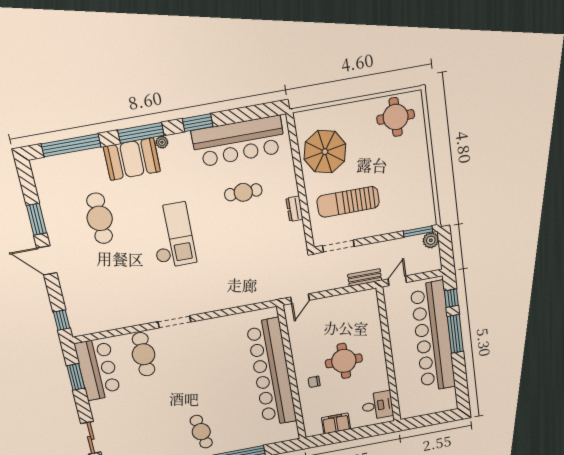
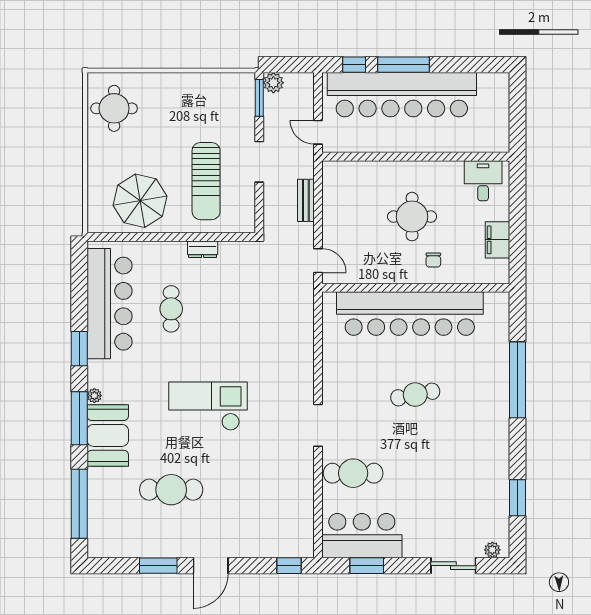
doorway: (338, 246) -> (259, 162), moved
bench: (365, 278) -> (306, 200), moved
cafe table: (201, 432) -> (415, 395), moved

